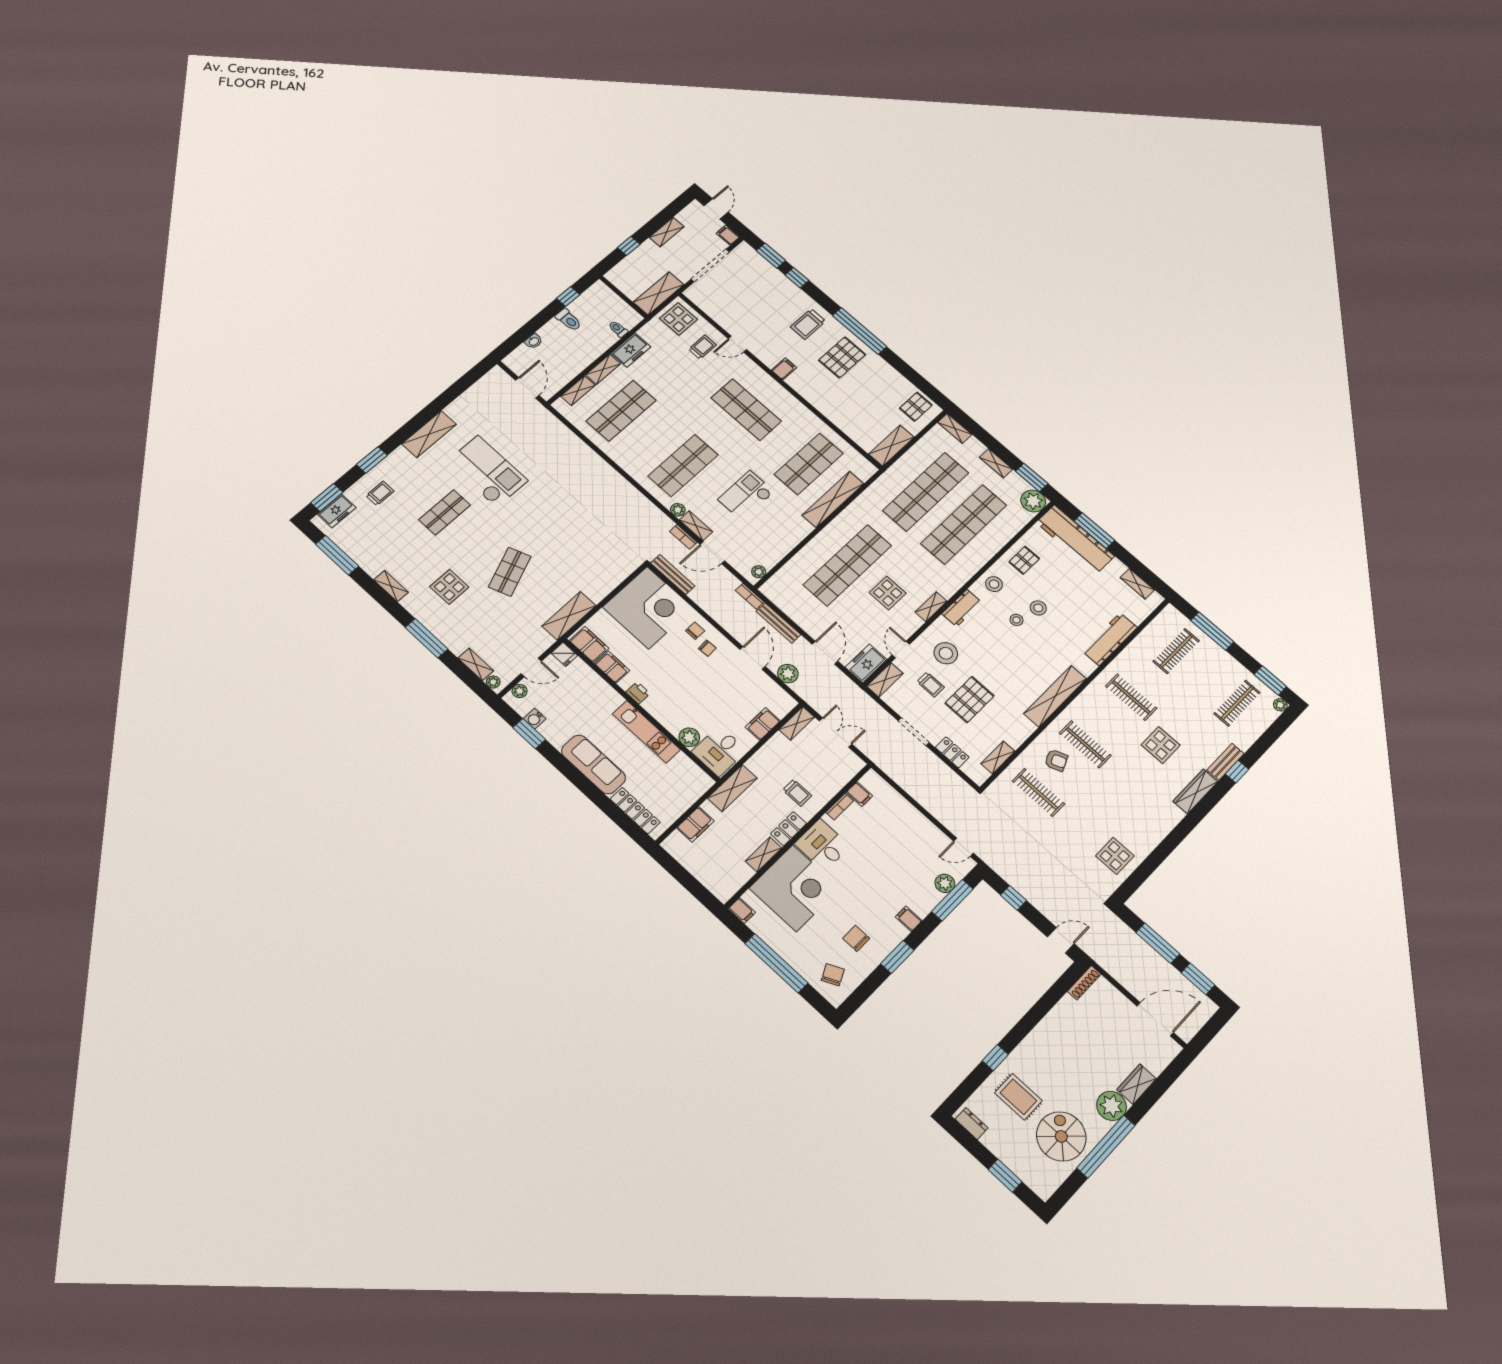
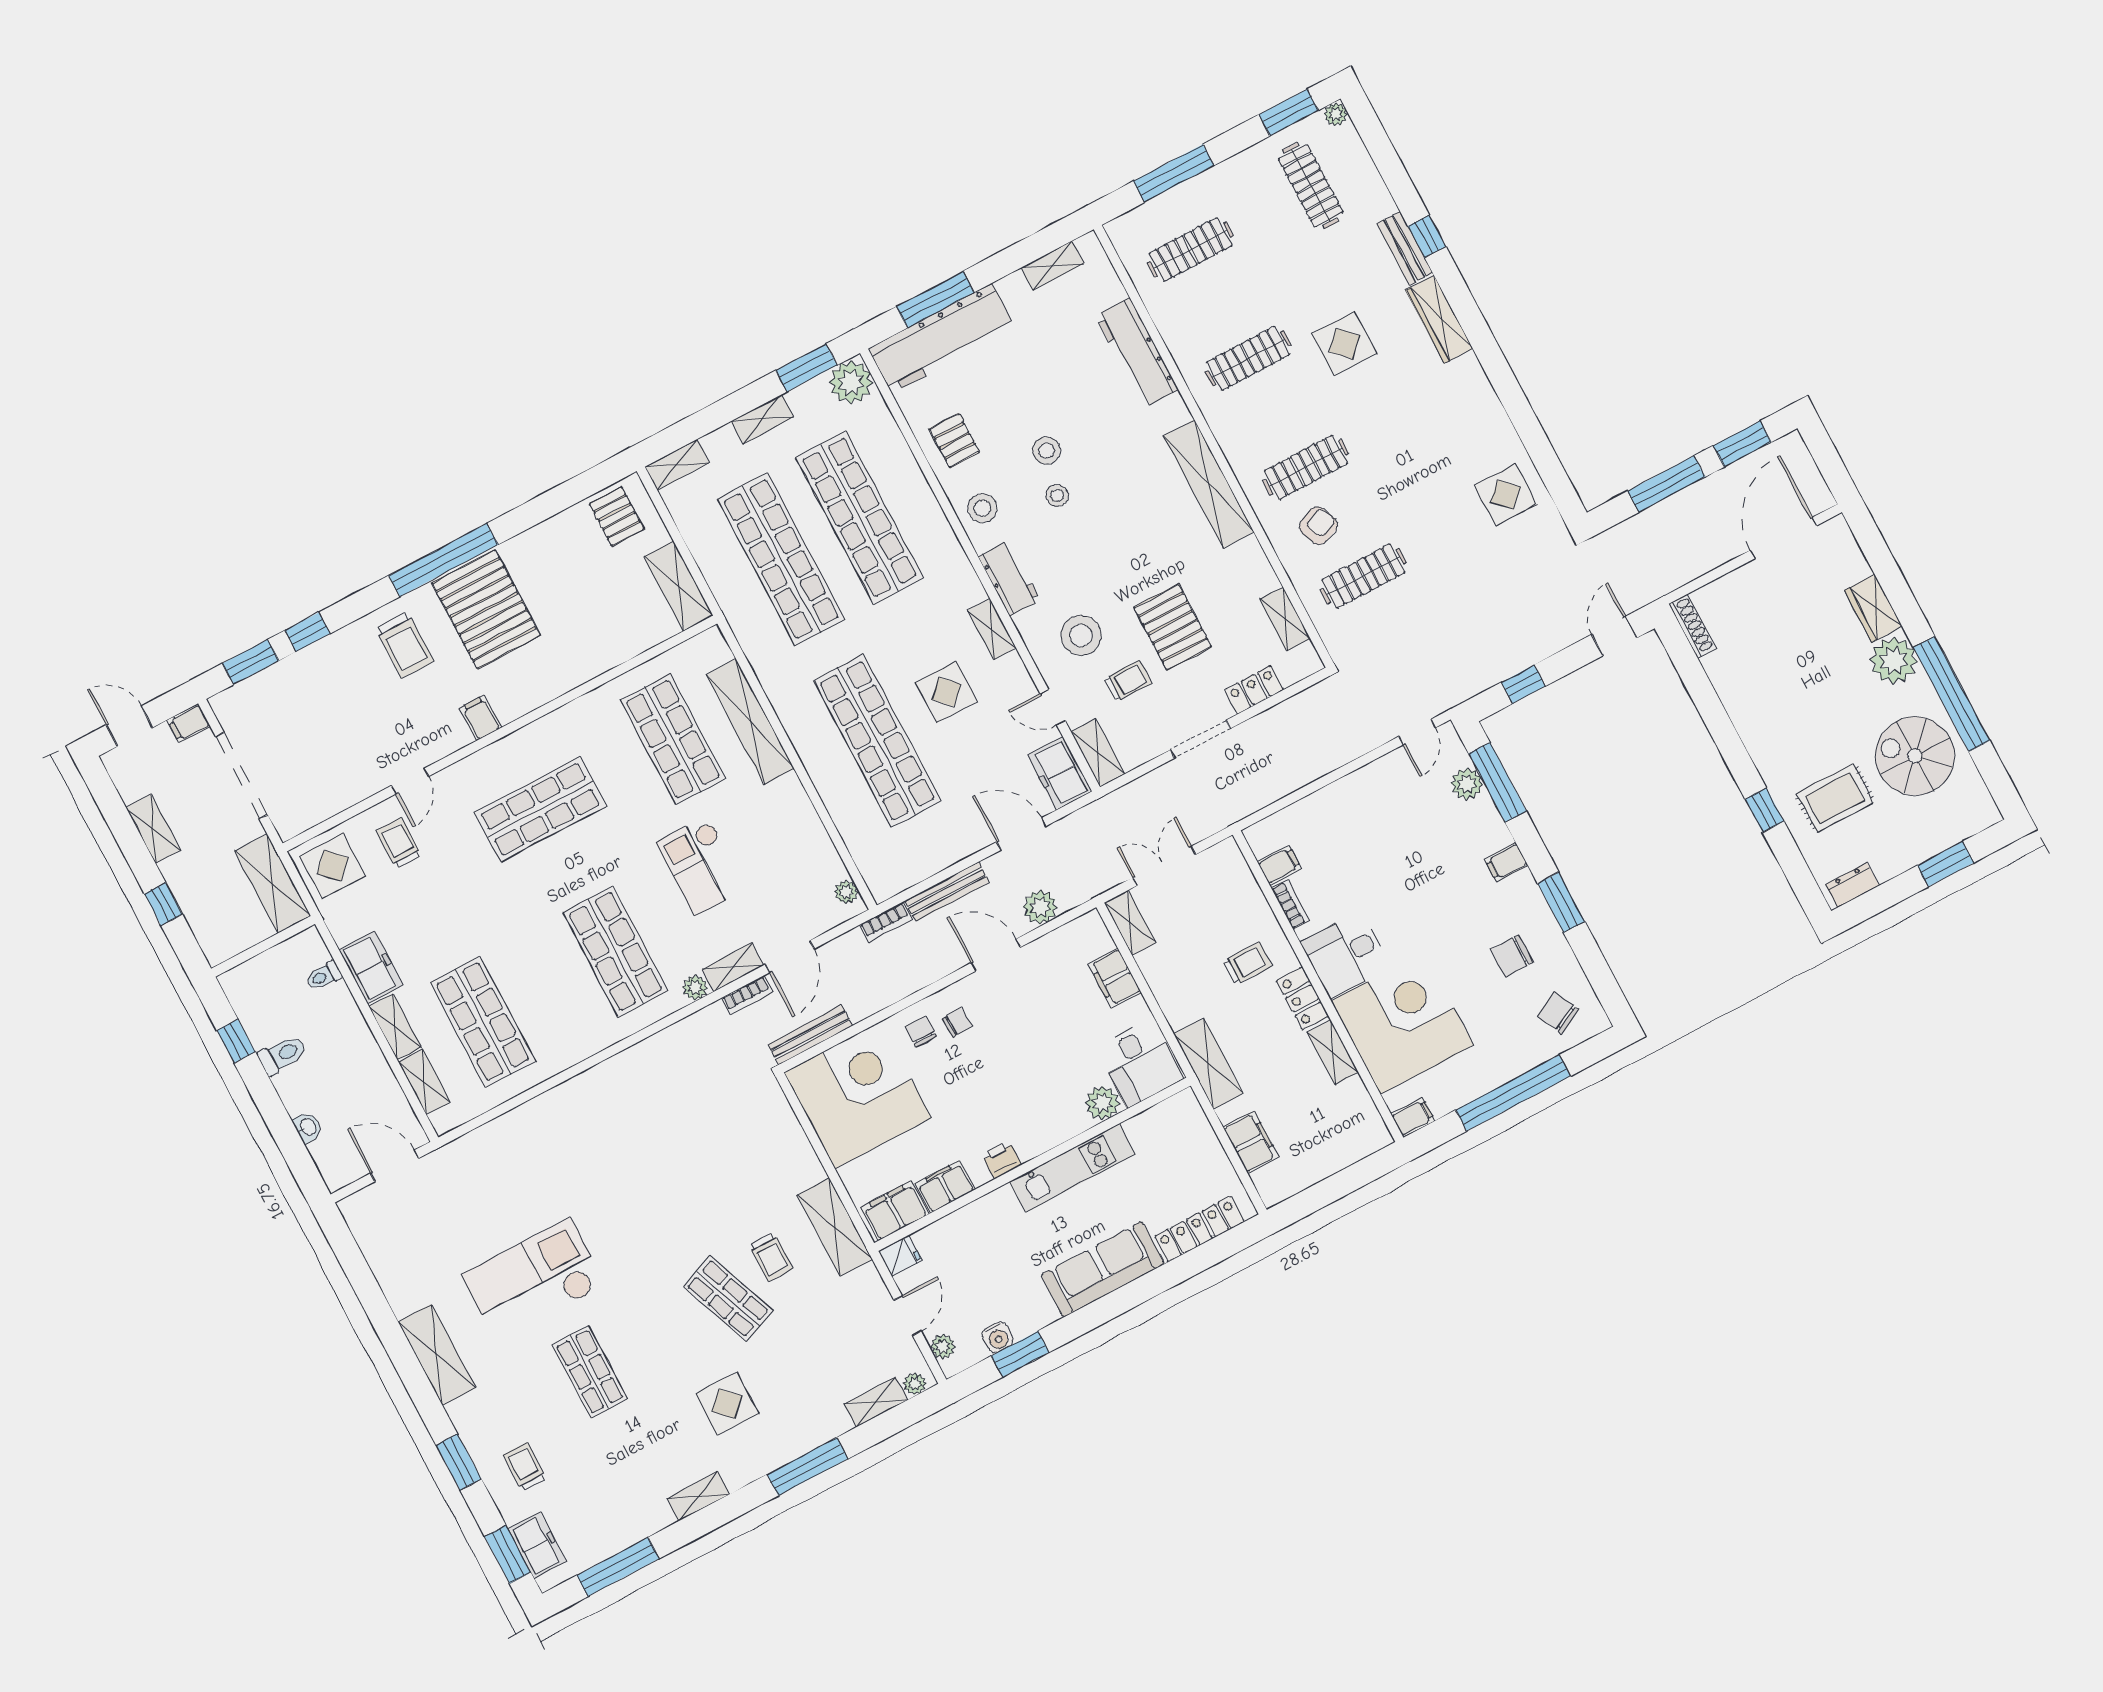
pallet: (842, 357) -> (486, 609), width x1.37, depth x1.41
trolley: (541, 588) -> (771, 1257), added
clothes rail: (1176, 651) -> (1190, 250), turned 90

